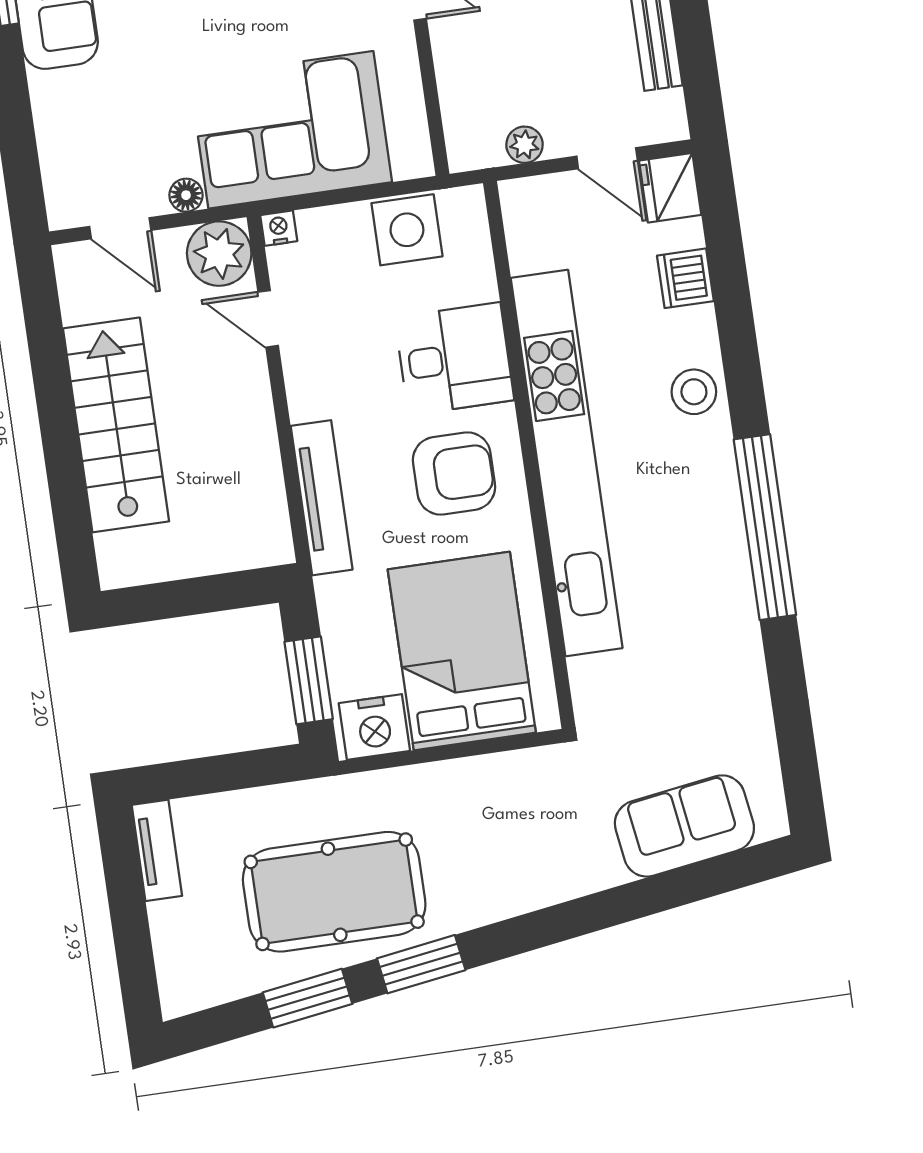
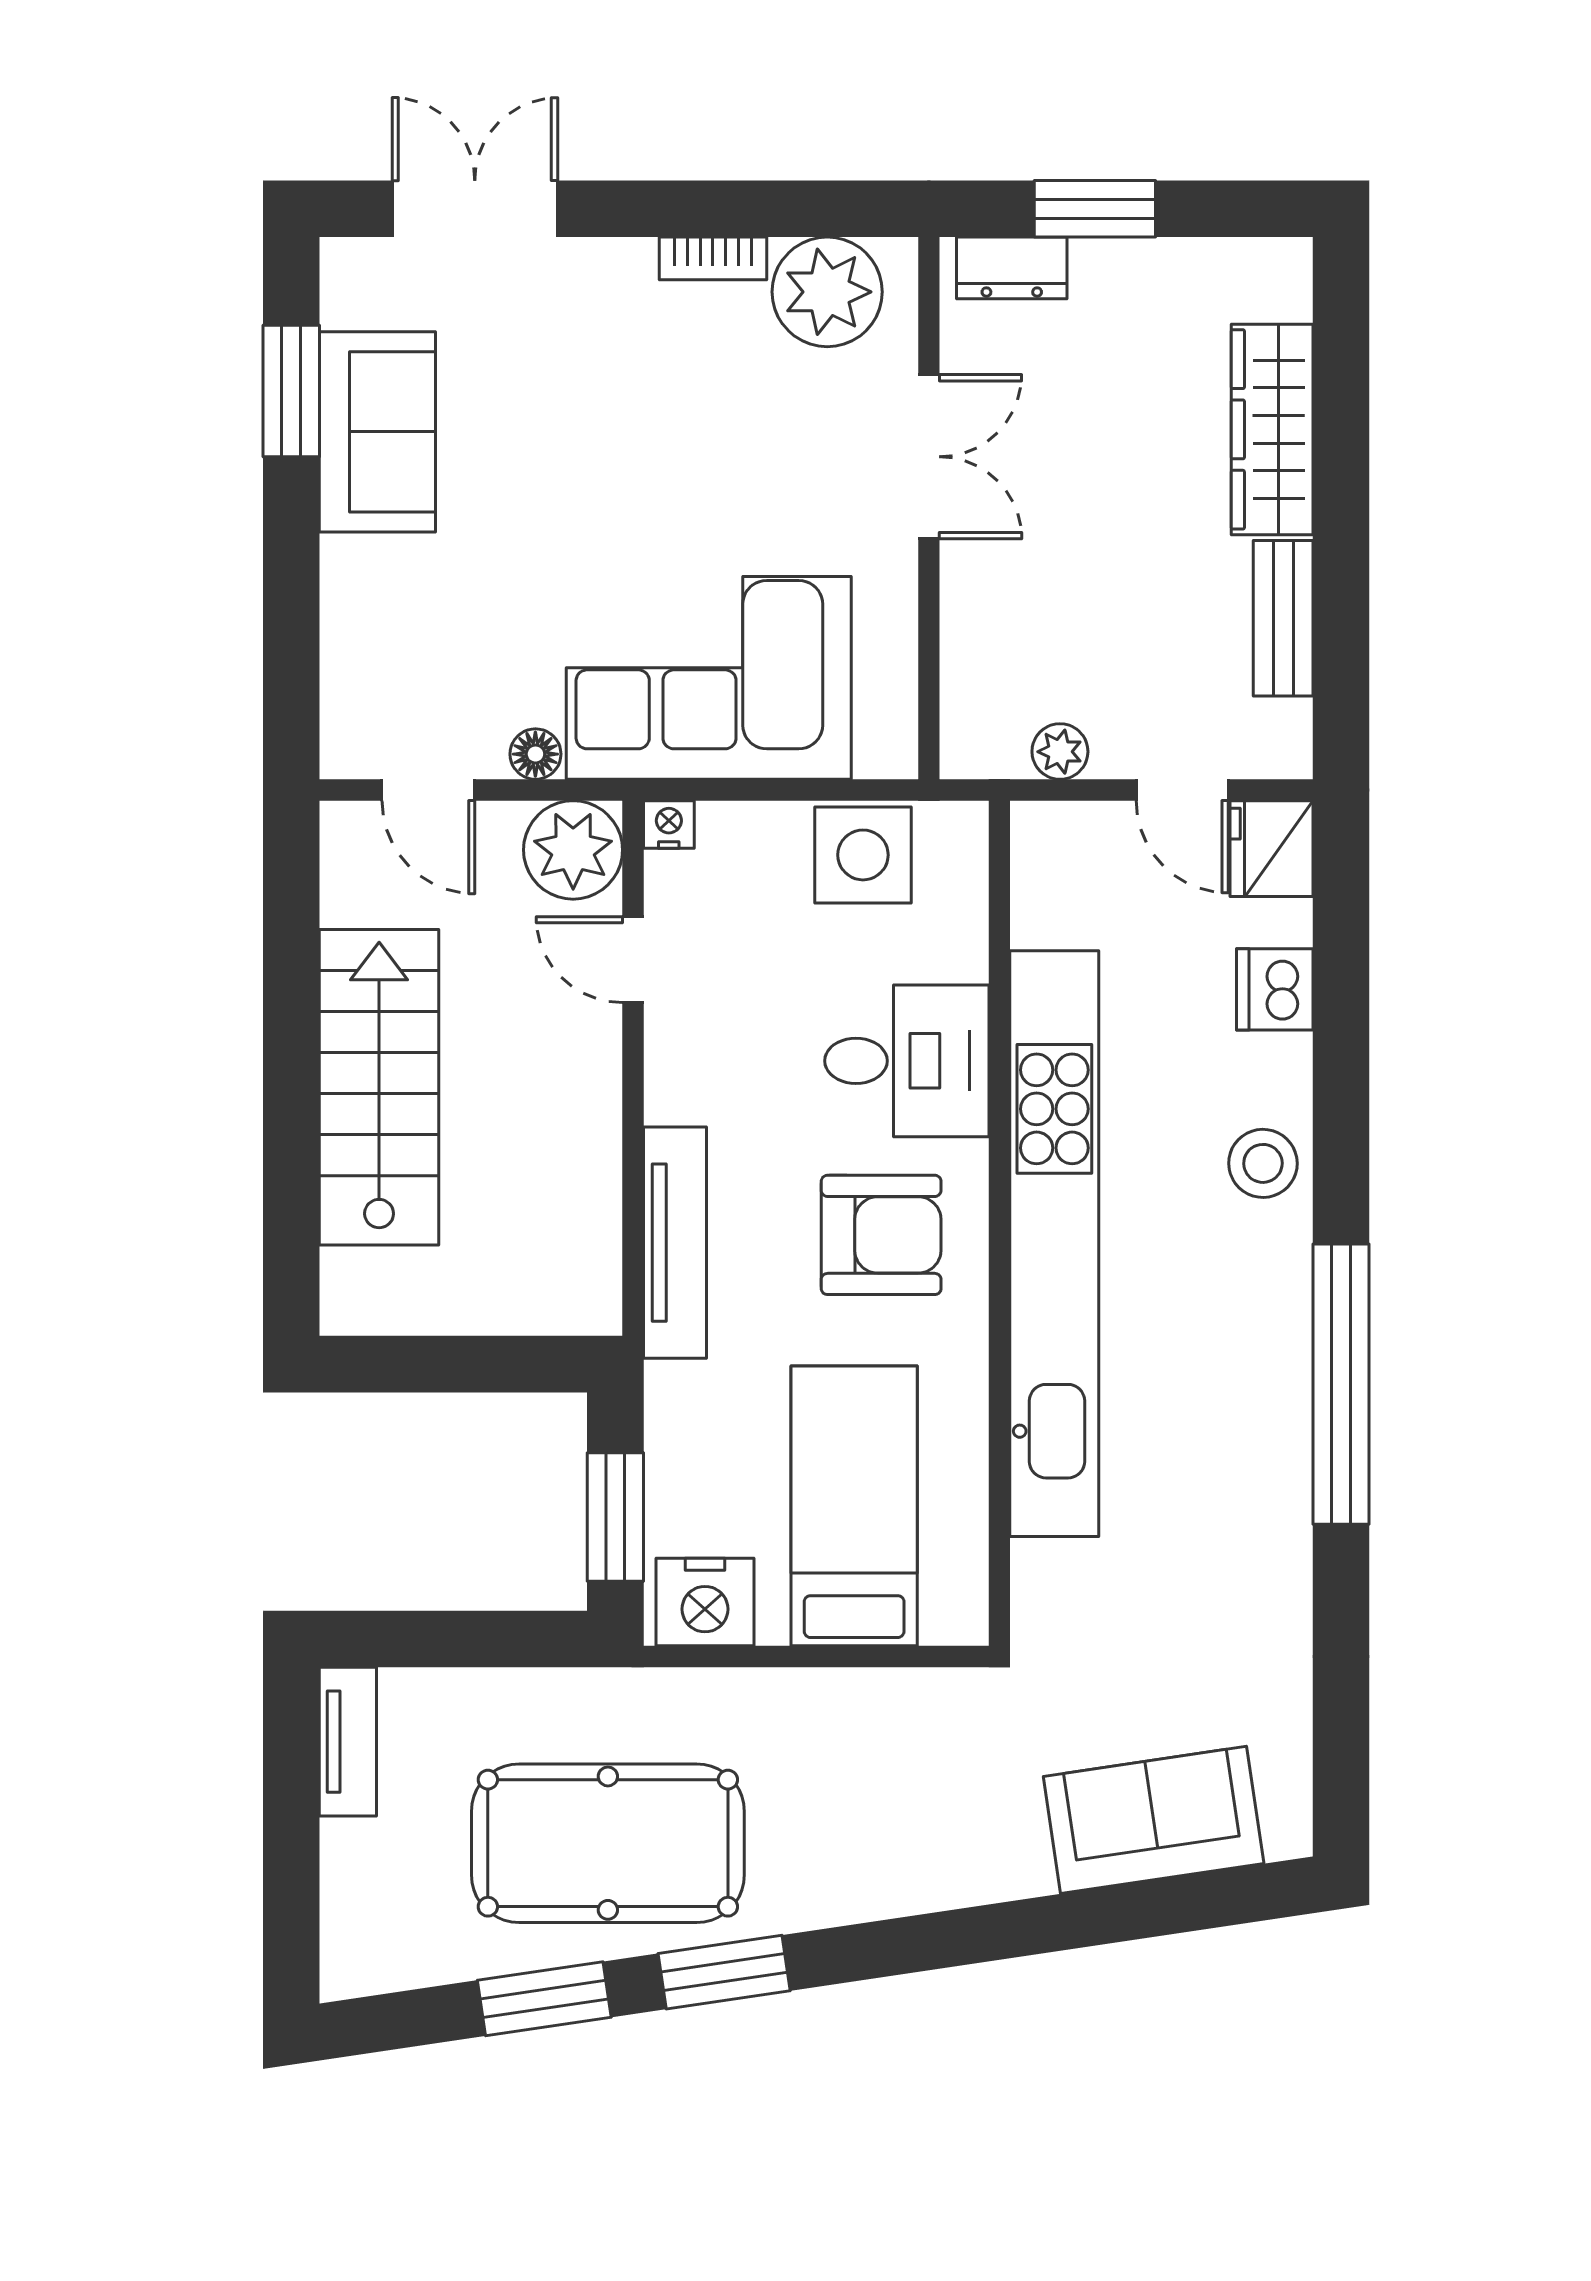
bed: (462, 651) -> (854, 1506), width x0.67

